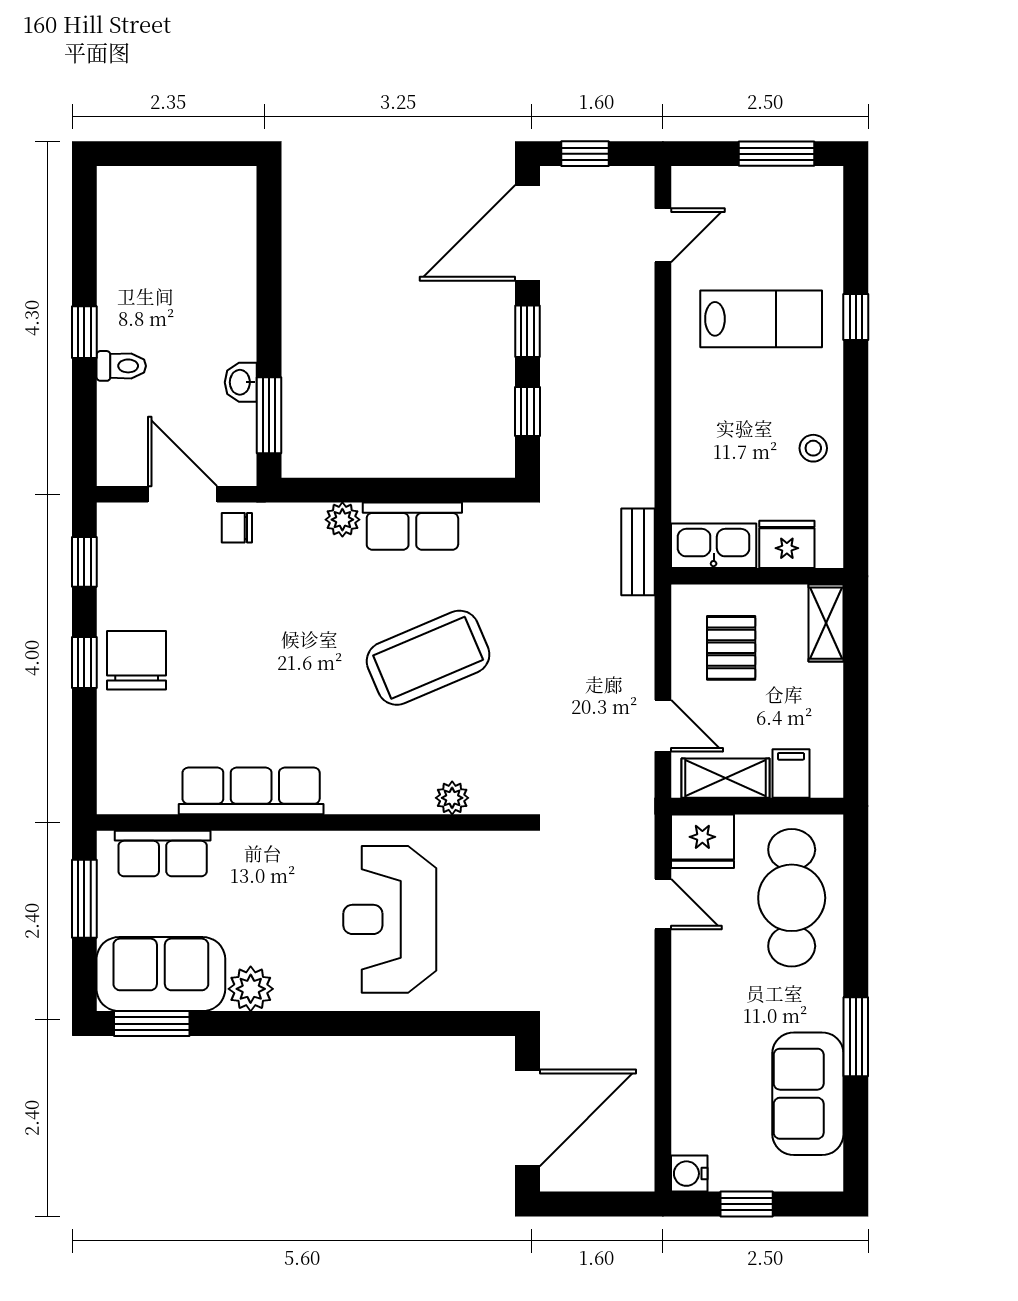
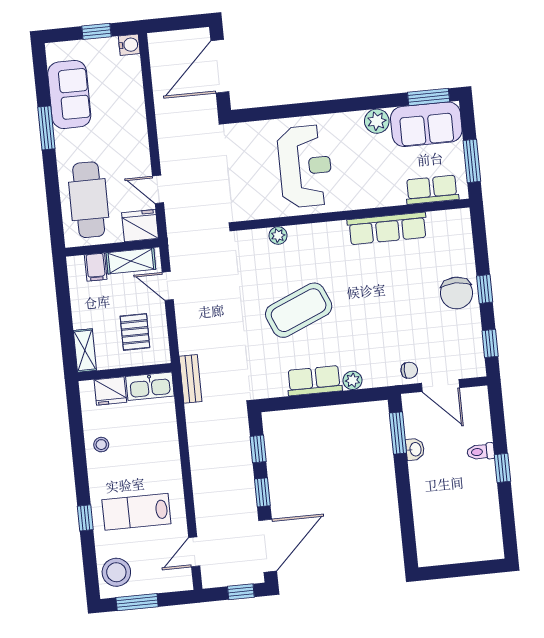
stool: (809, 212) -> (116, 572), added

